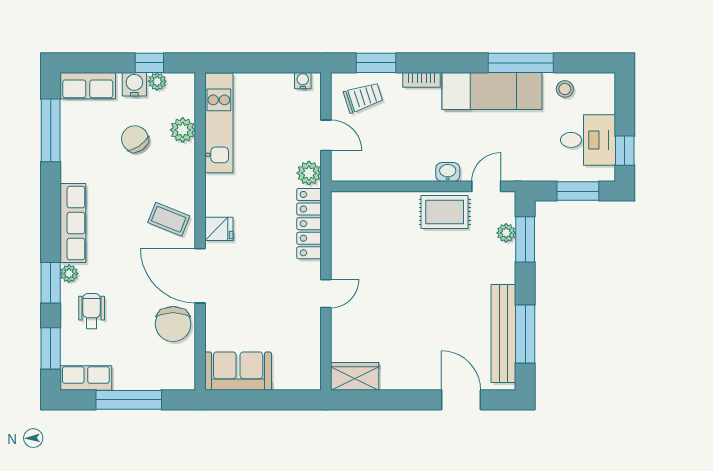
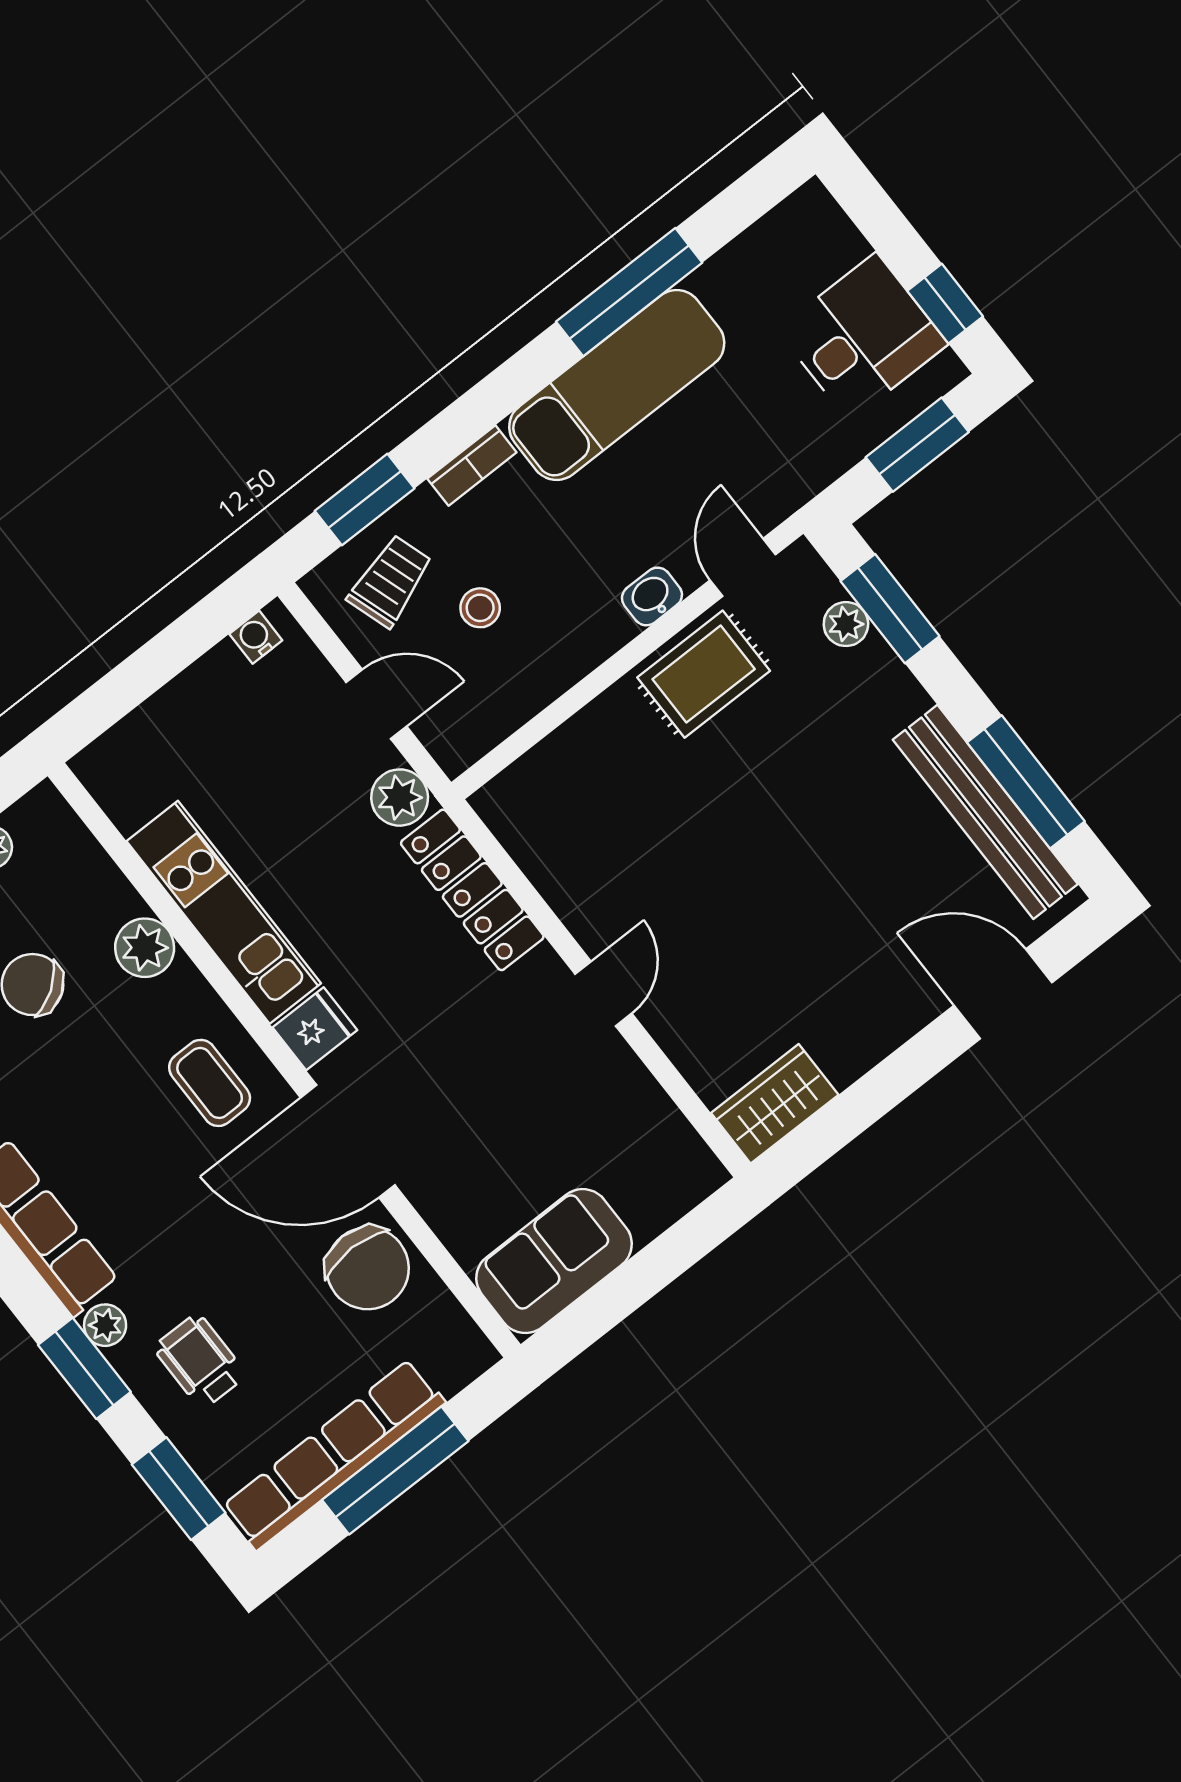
stool: (565, 89) -> (480, 608), moved
kitchen unit: (219, 123) -> (224, 912), moved
plant: (183, 130) -> (145, 948), moved
coffee table: (169, 219) -> (210, 1083), turned 68
row of seats: (86, 378) -> (334, 1454), width x2.02

